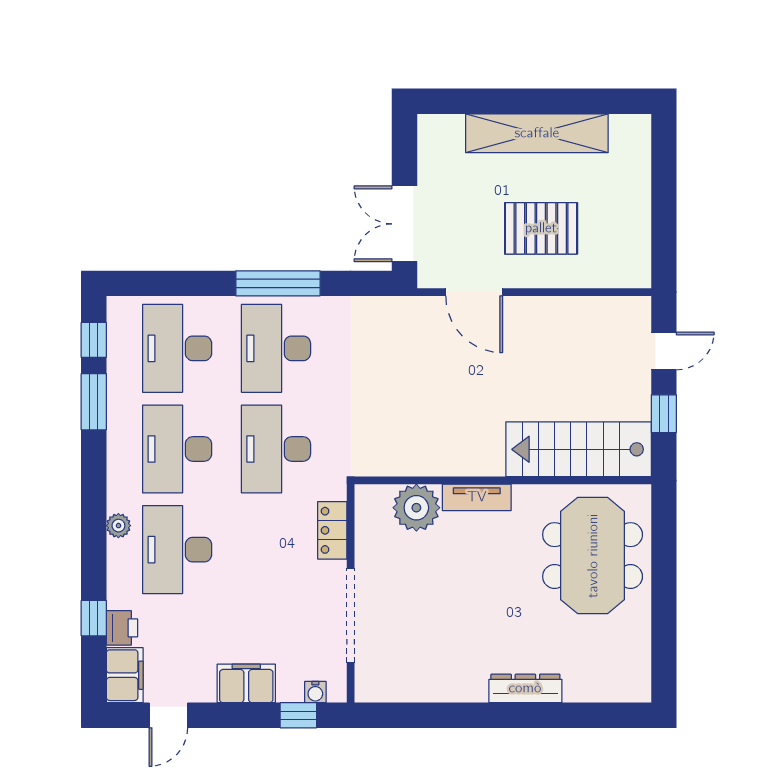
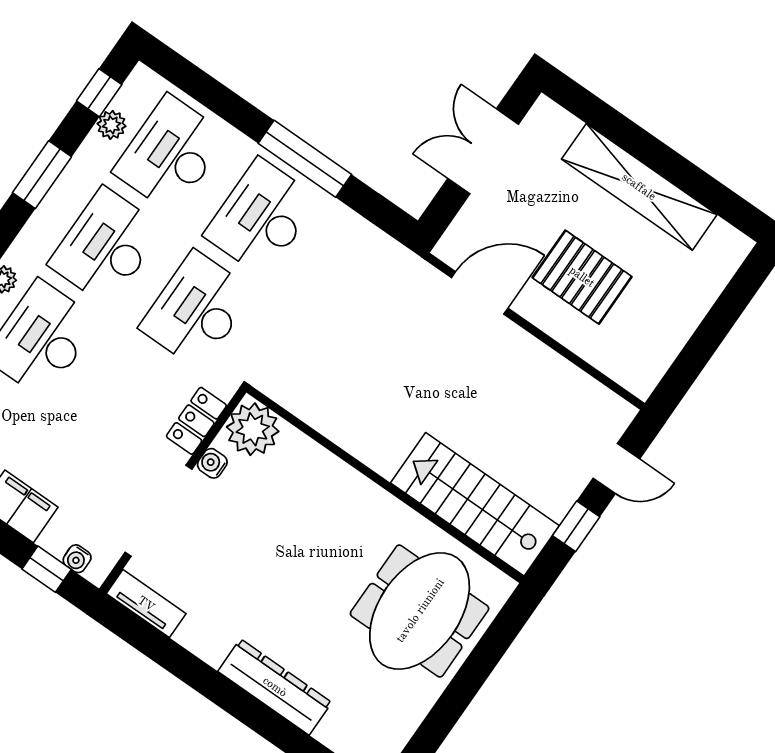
double door: (405, 224) -> (483, 151), moved
door: (474, 292) -> (480, 293), swing flipped
plant: (119, 357) -> (111, 125), added
window: (94, 402) -> (42, 175), moved
tv unit: (477, 497) -> (146, 604), moved, turned 180
plant: (416, 508) -> (253, 429), moved
water cooler: (366, 553) -> (212, 463), added
dresser: (525, 688) -> (275, 687), width x1.37, depth x1.24

